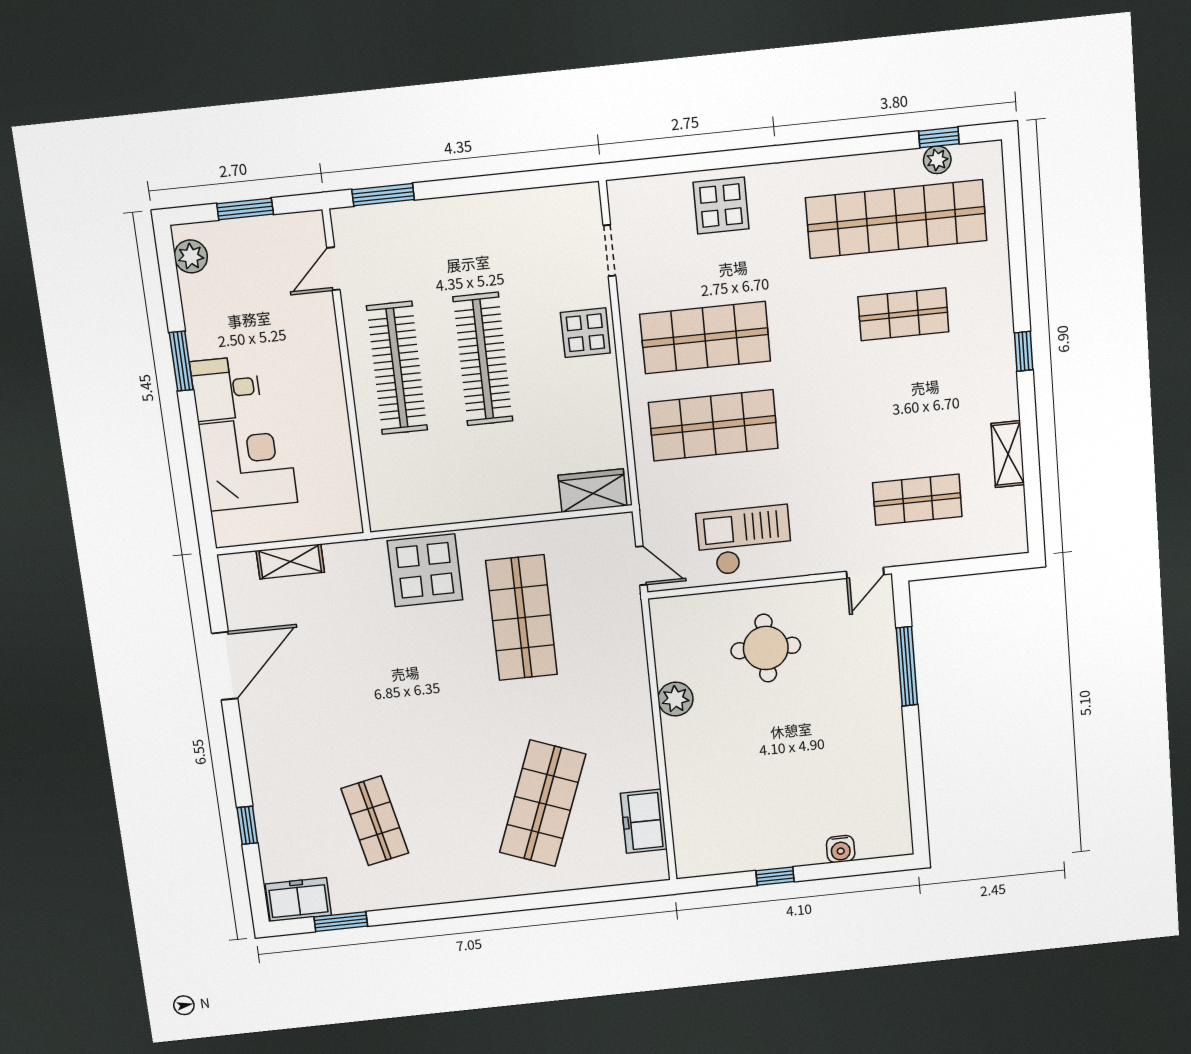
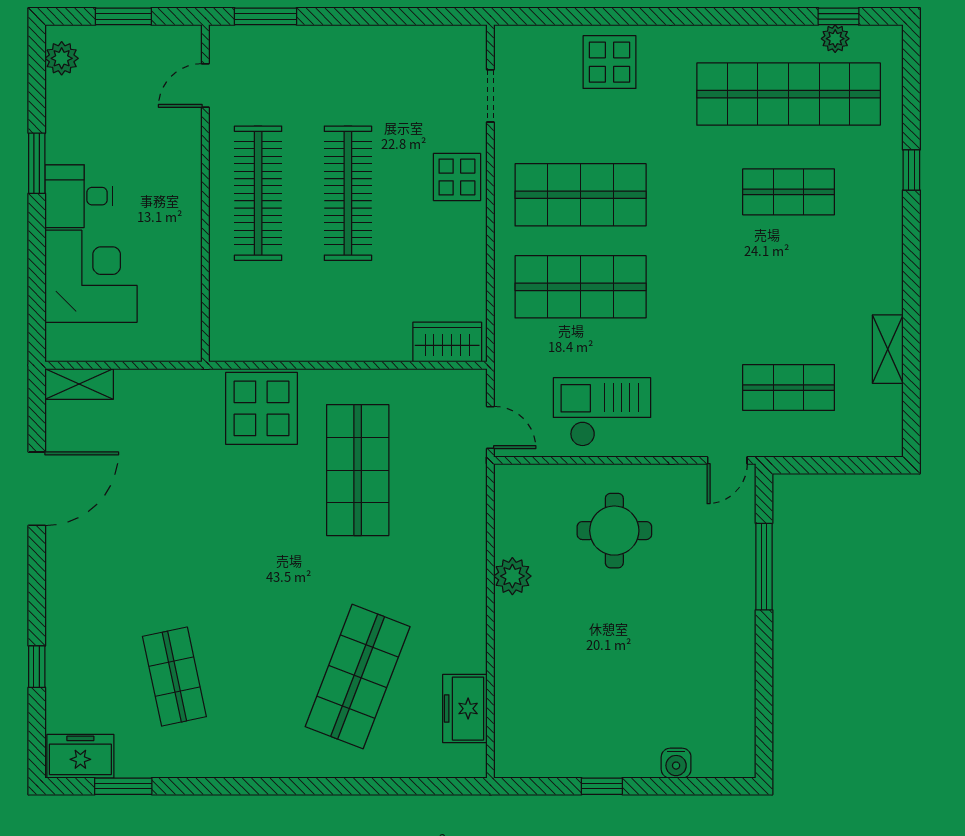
window: (1024, 351) -> (911, 170), moved
shelving: (290, 561) -> (79, 384), moved

